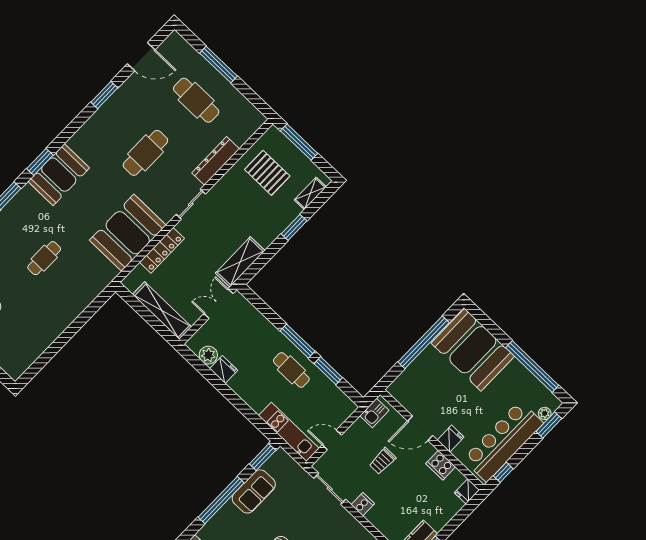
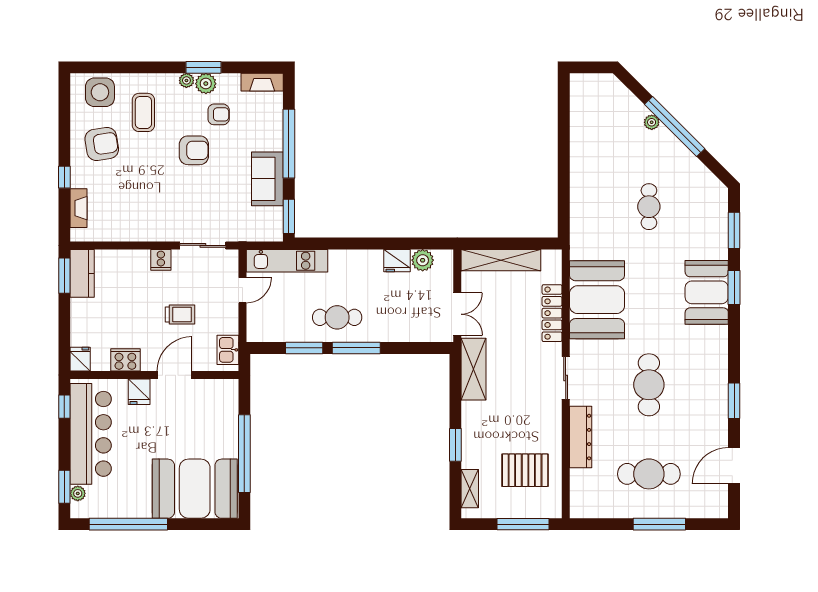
trolley: (383, 461) -> (180, 314), turned 90

